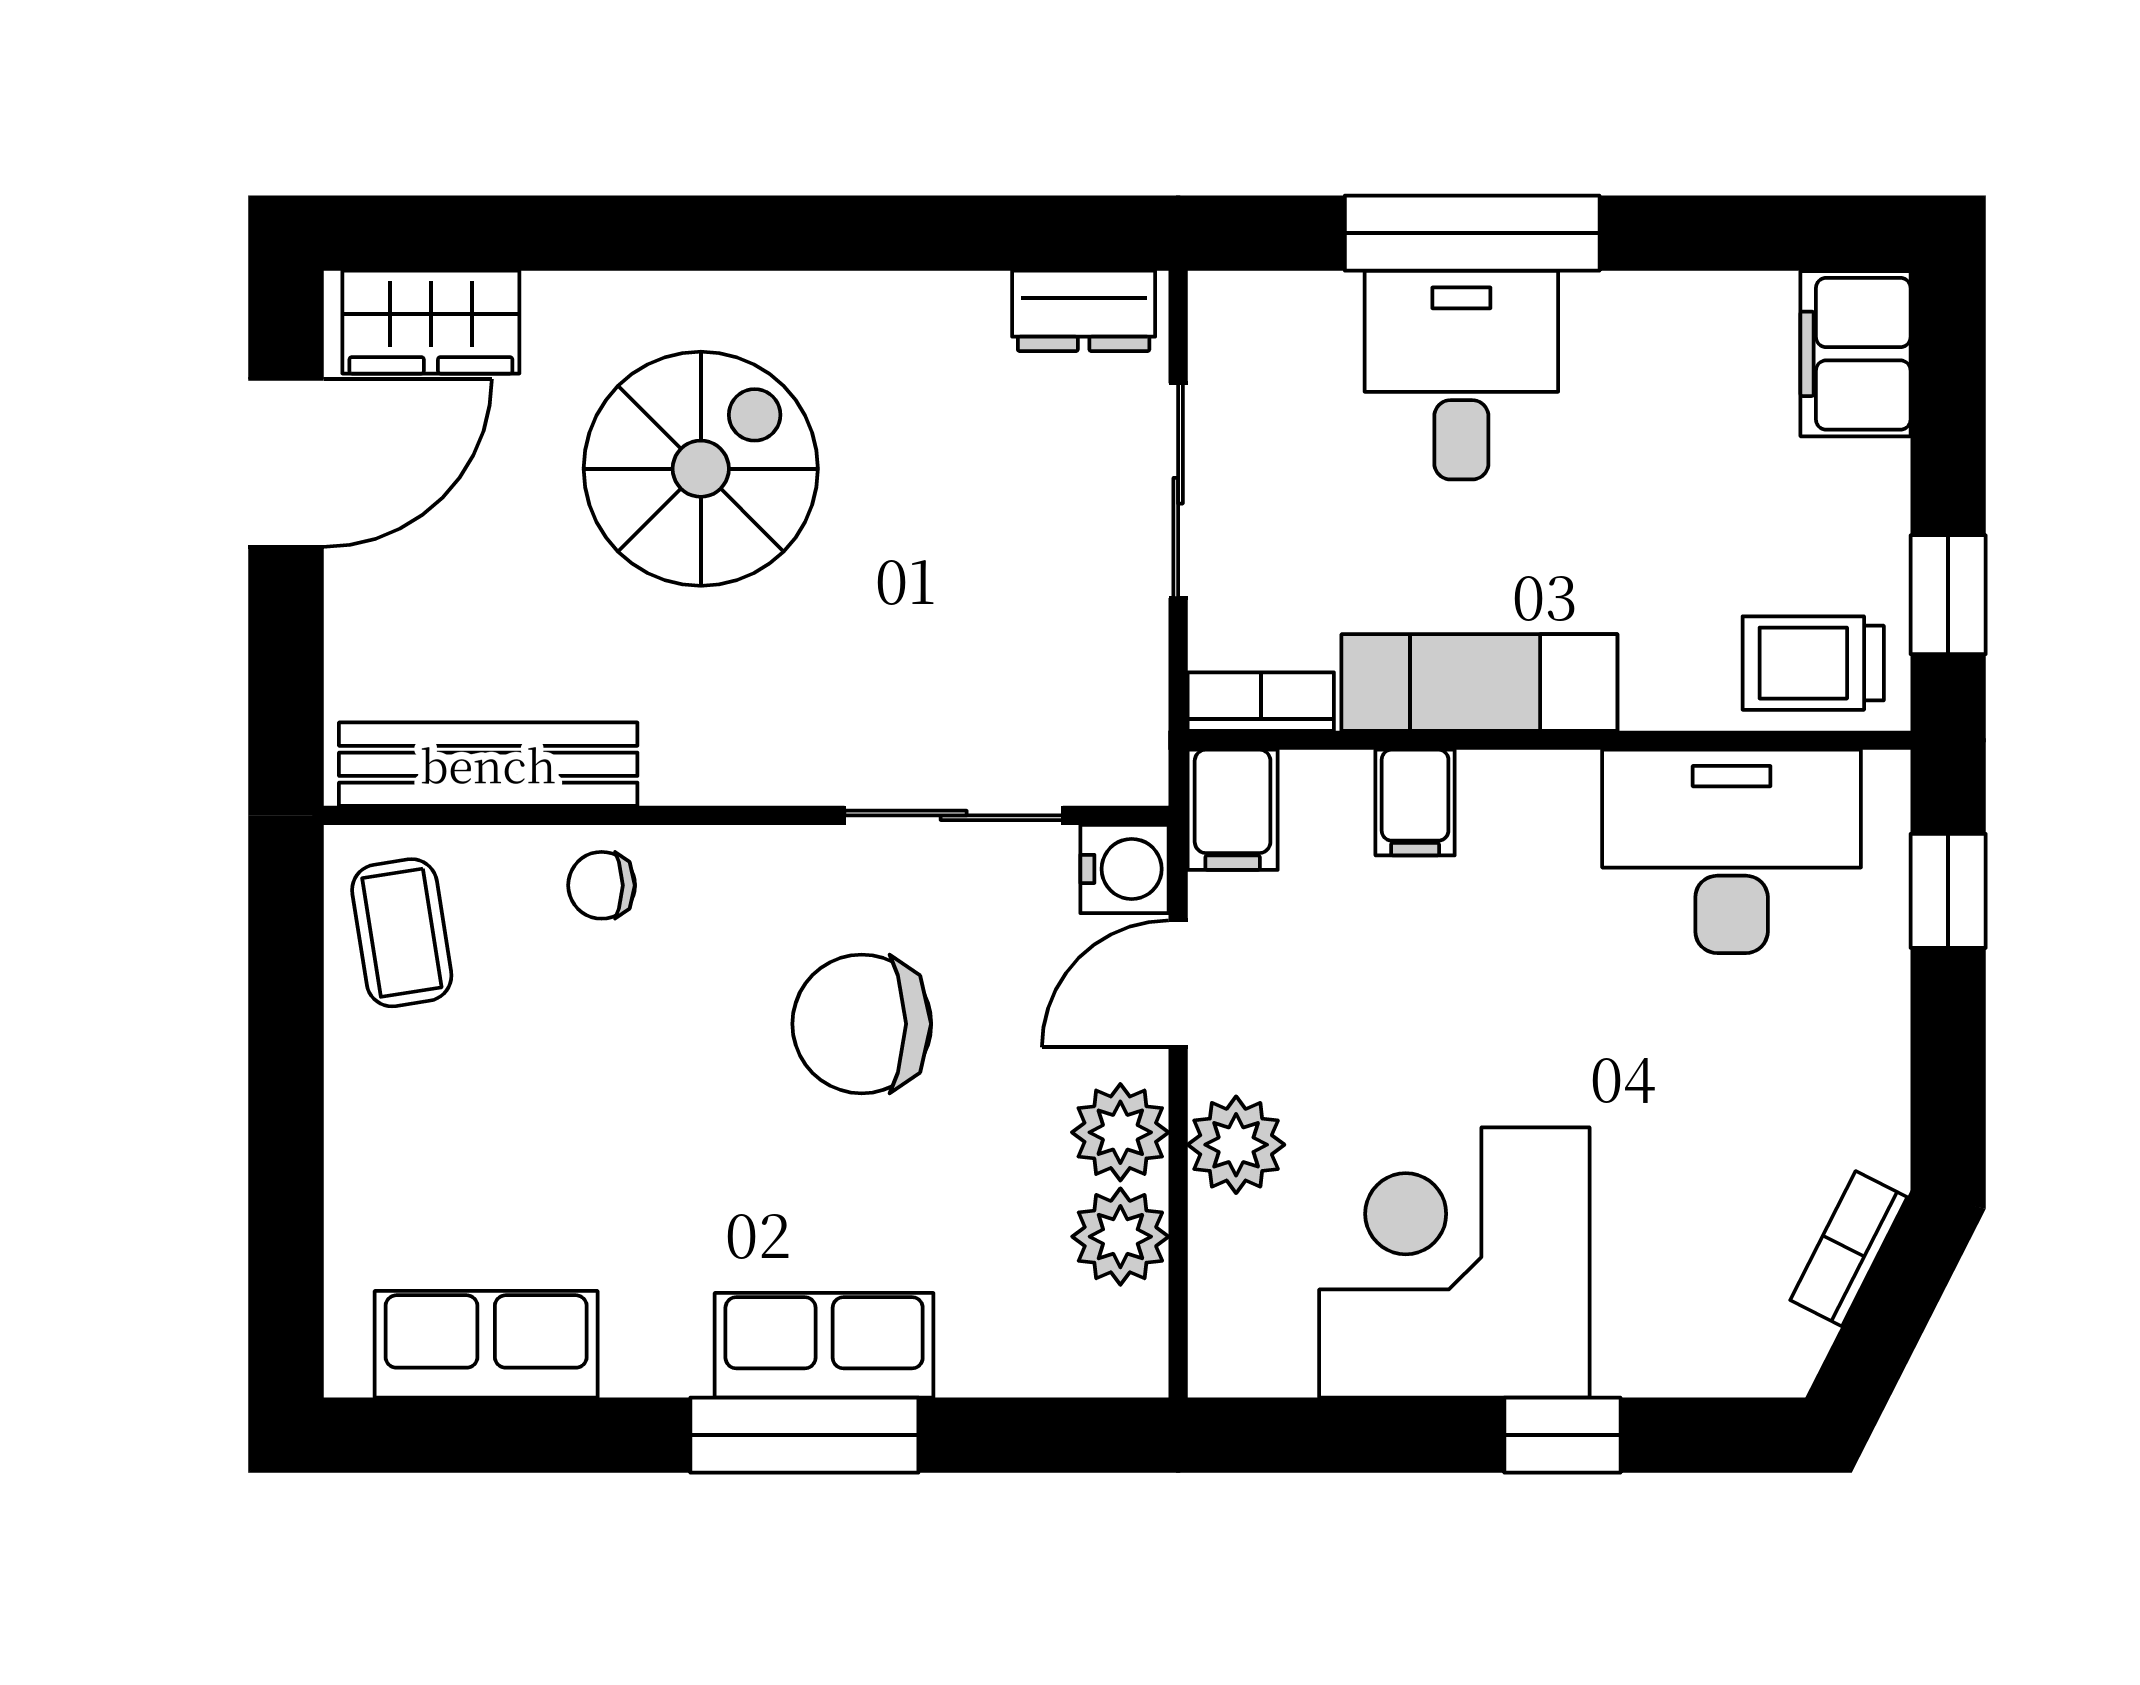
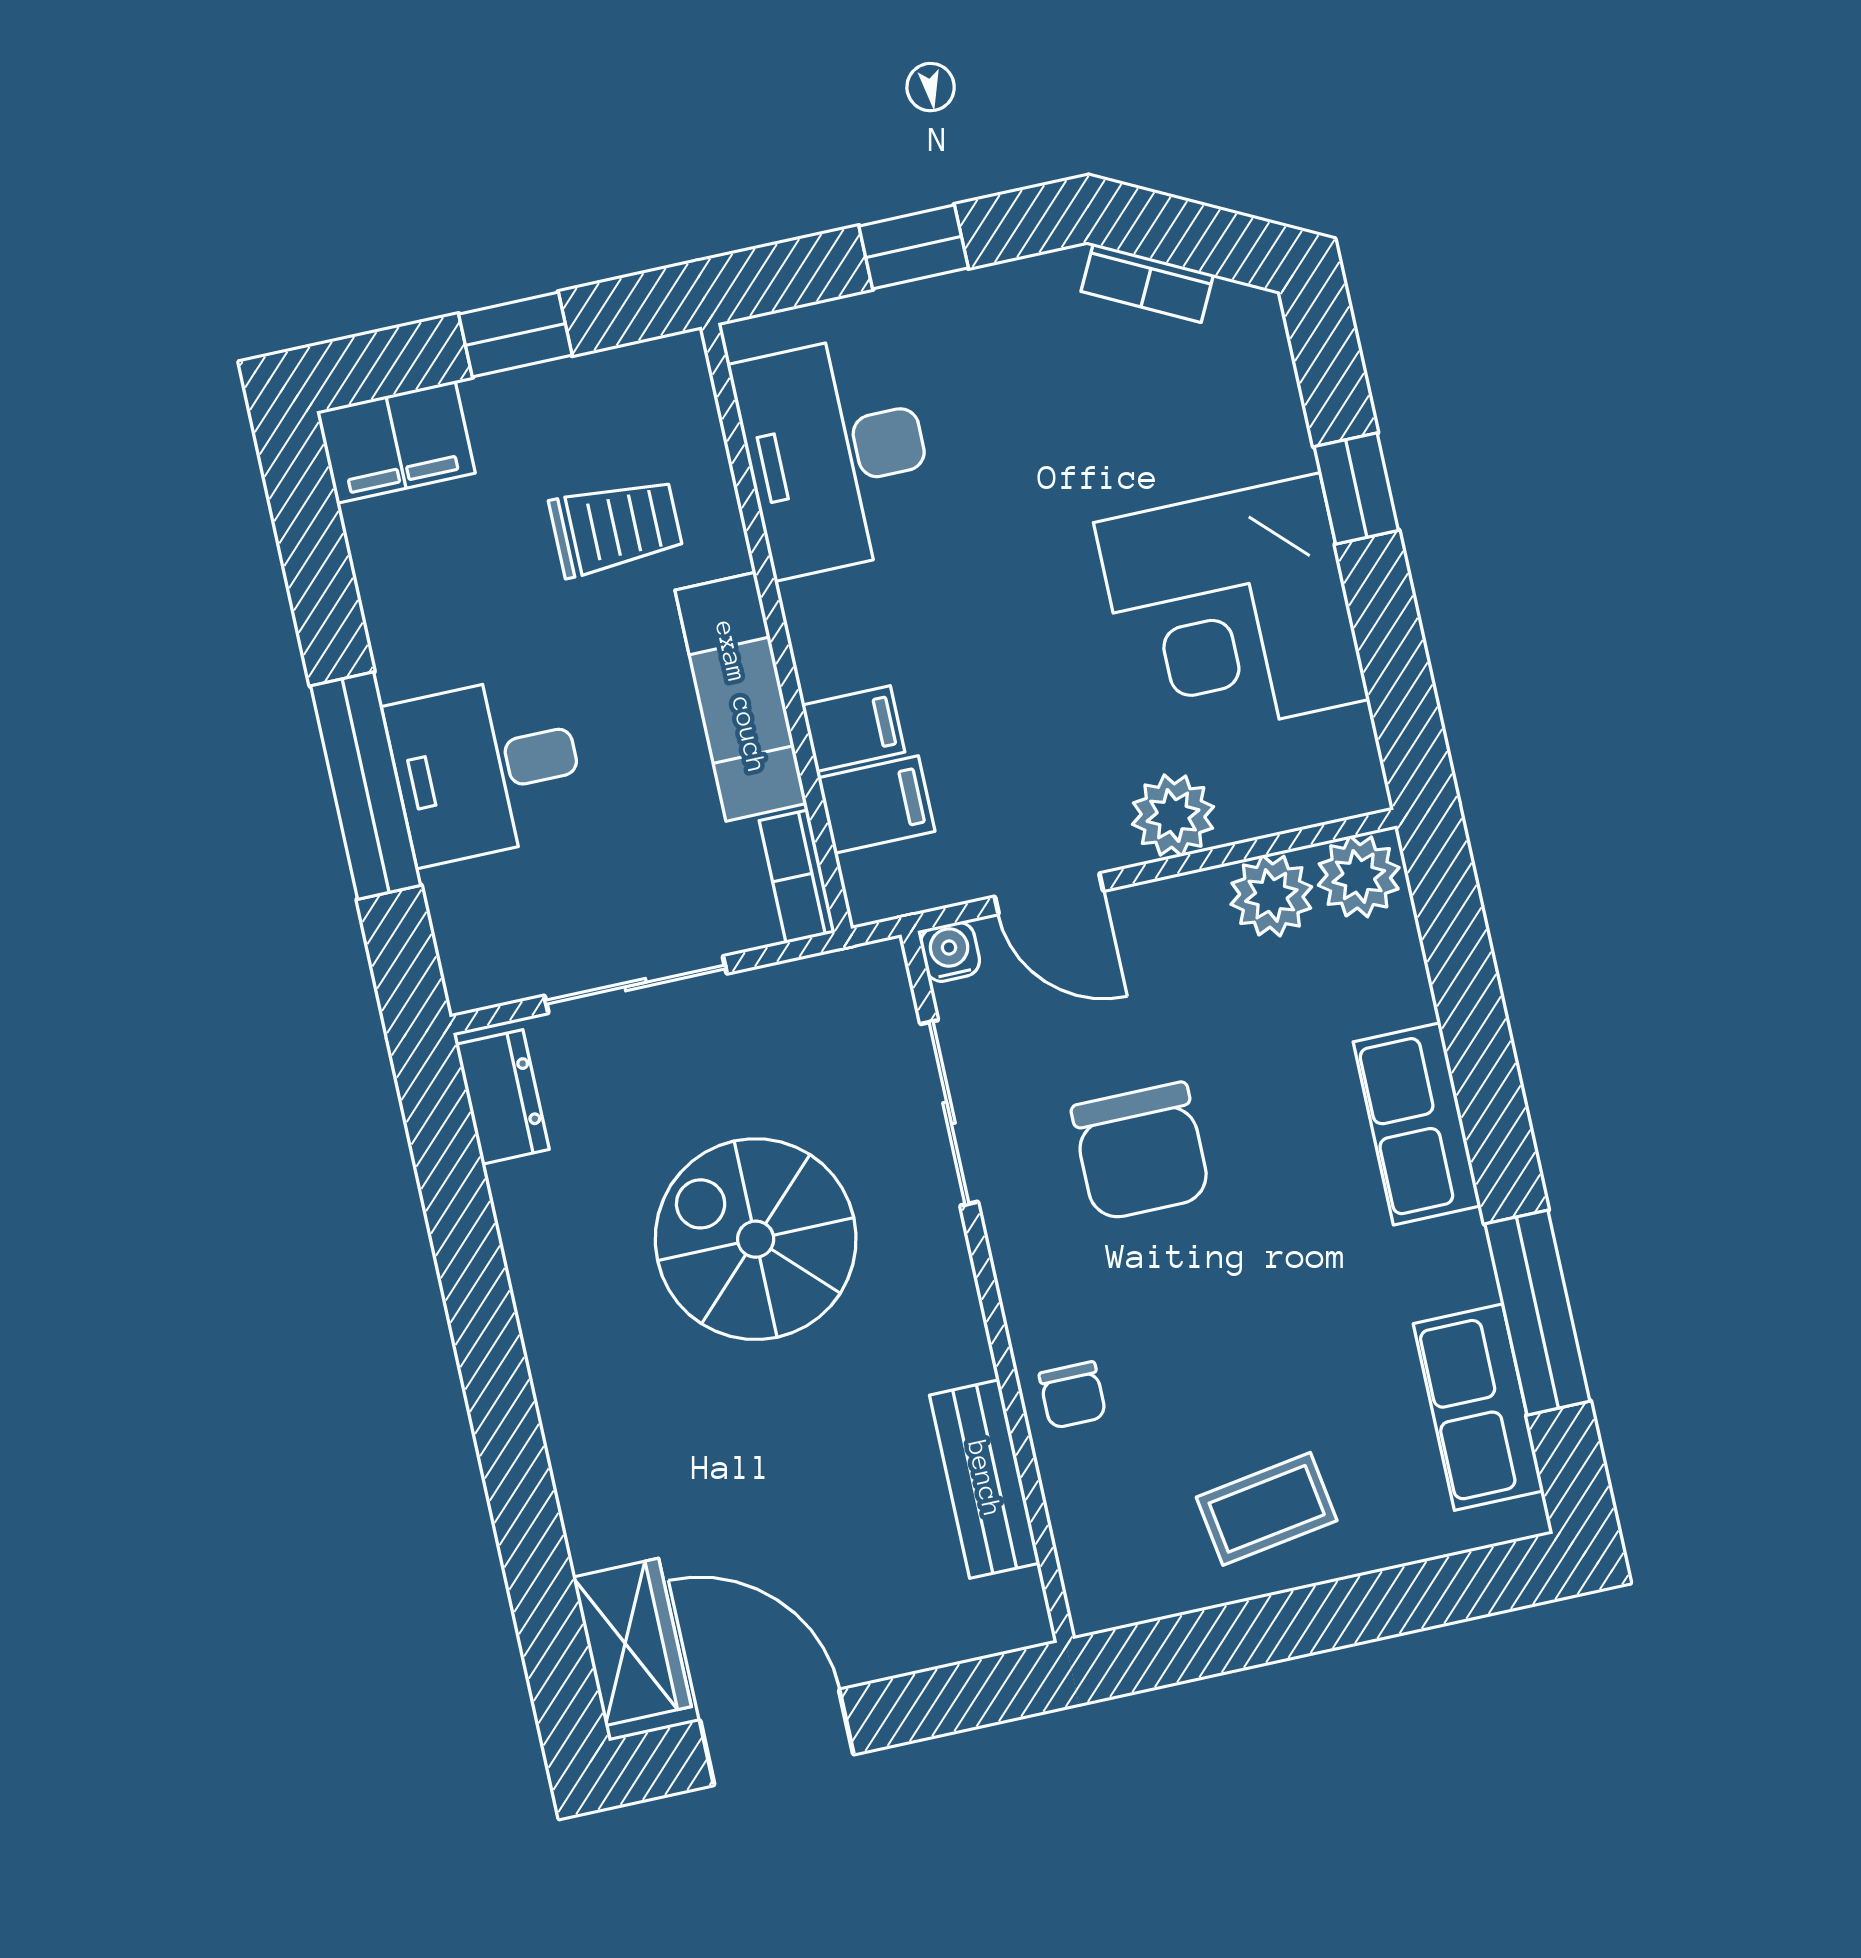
spiral stairs: (701, 469) -> (756, 1239), moved
window: (1948, 595) -> (515, 335), moved
trolley: (1813, 663) -> (616, 527), moved, turned -90
bench: (488, 764) -> (985, 1479), width x0.73
filing cabinet: (1233, 810) -> (876, 805), moved
water cooler: (1125, 869) -> (950, 952), width x0.72, depth x0.72
window: (1948, 891) -> (914, 247), moved
coffee table: (402, 933) -> (1267, 1509), moved
plant: (1120, 1132) -> (1359, 876), moved
window: (804, 1435) -> (1537, 1313), moved

